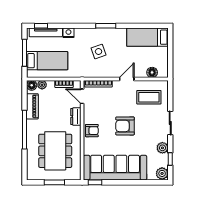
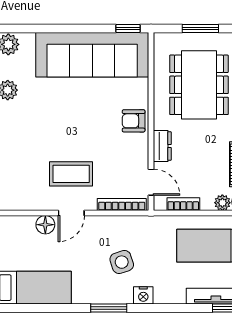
nightstand: (68, 33) -> (143, 295), moved
floor lamp: (152, 72) -> (45, 225), moved
coffee table: (149, 97) -> (71, 174), moved
armchair: (125, 126) -> (74, 129), removed

